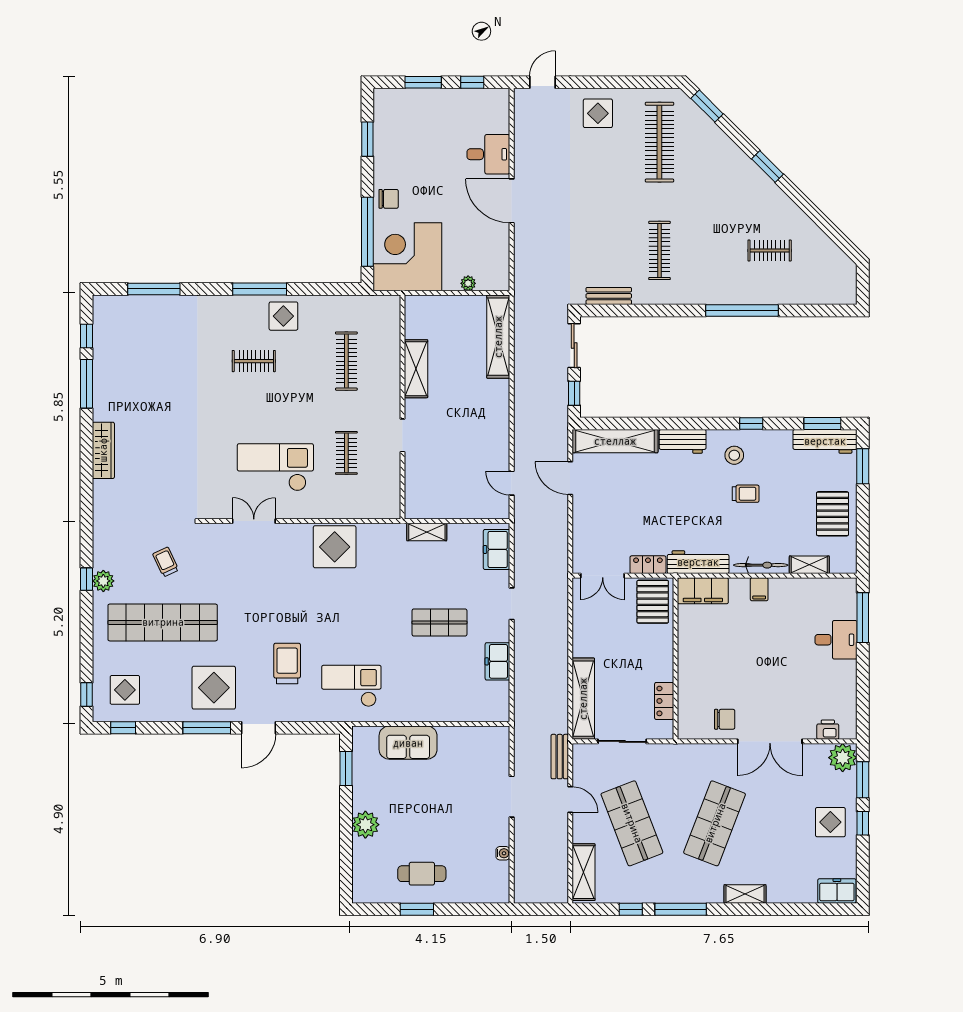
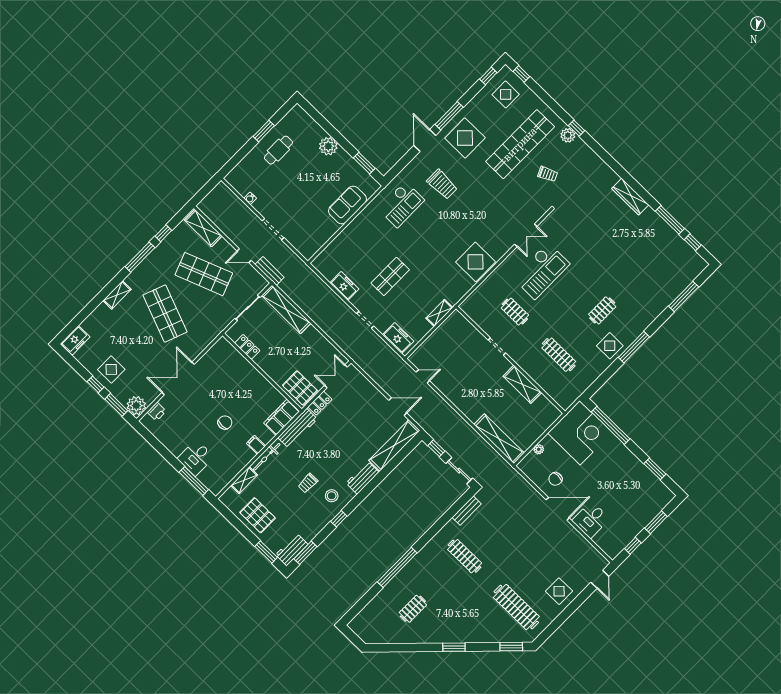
chair: (389, 199) -> (555, 479), moved
workbench: (825, 441) -> (292, 550), width x0.73
chair: (725, 719) -> (225, 423), moved, turned 180

